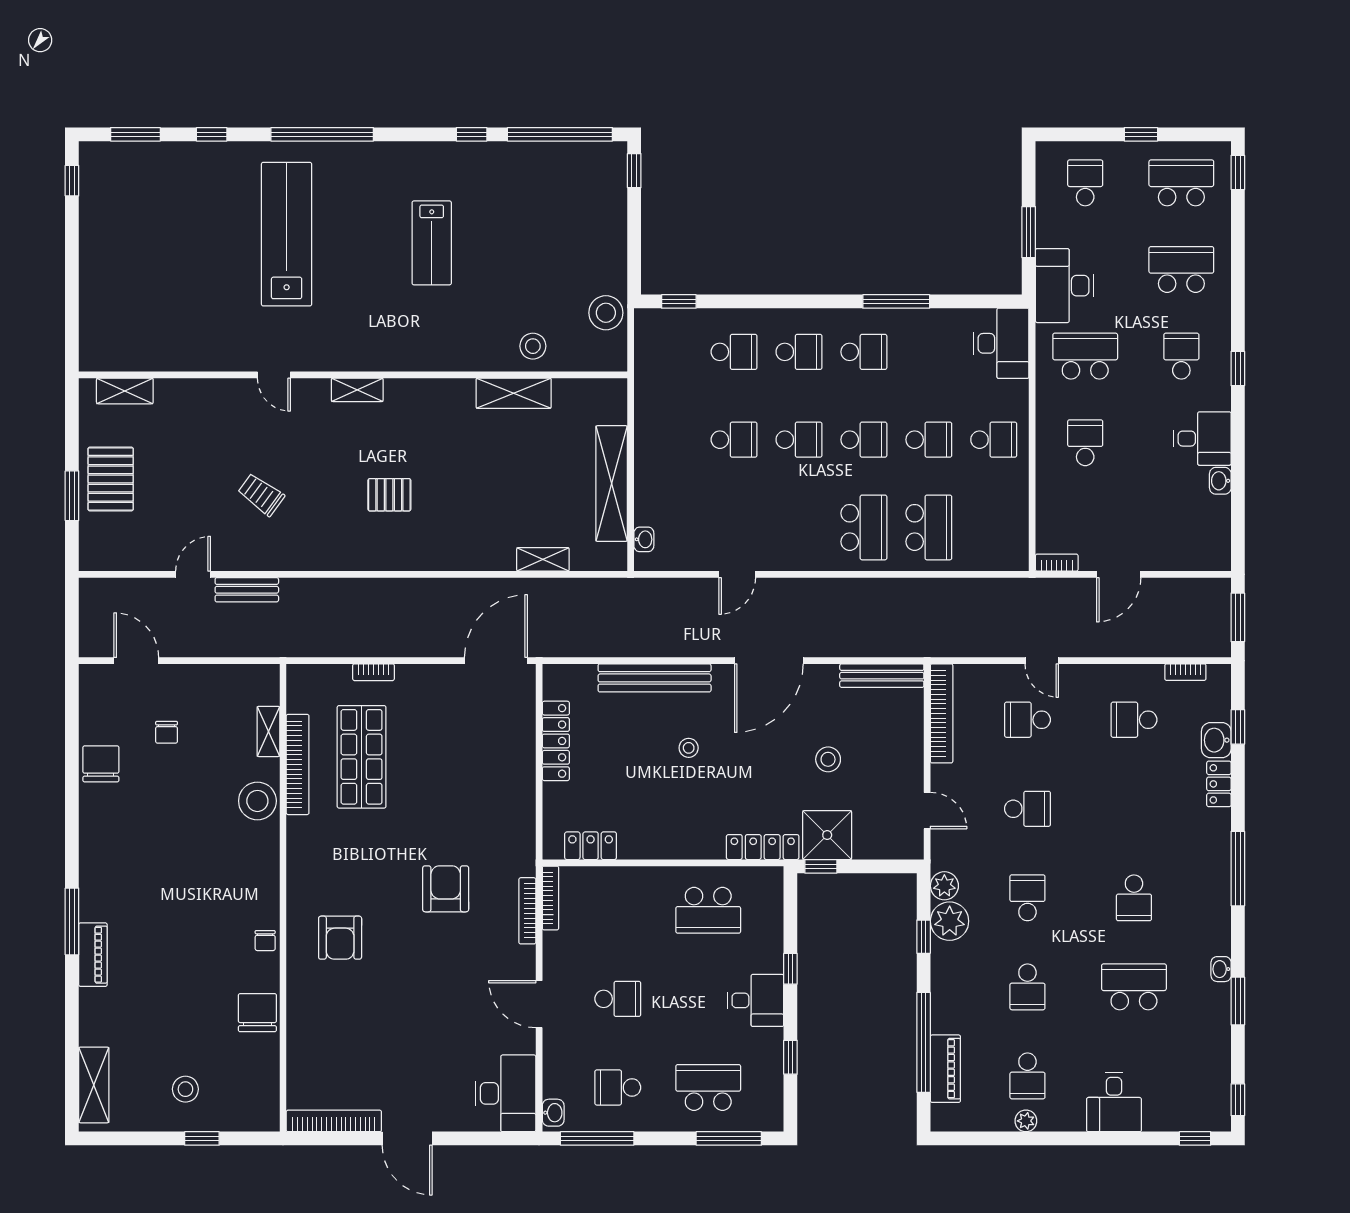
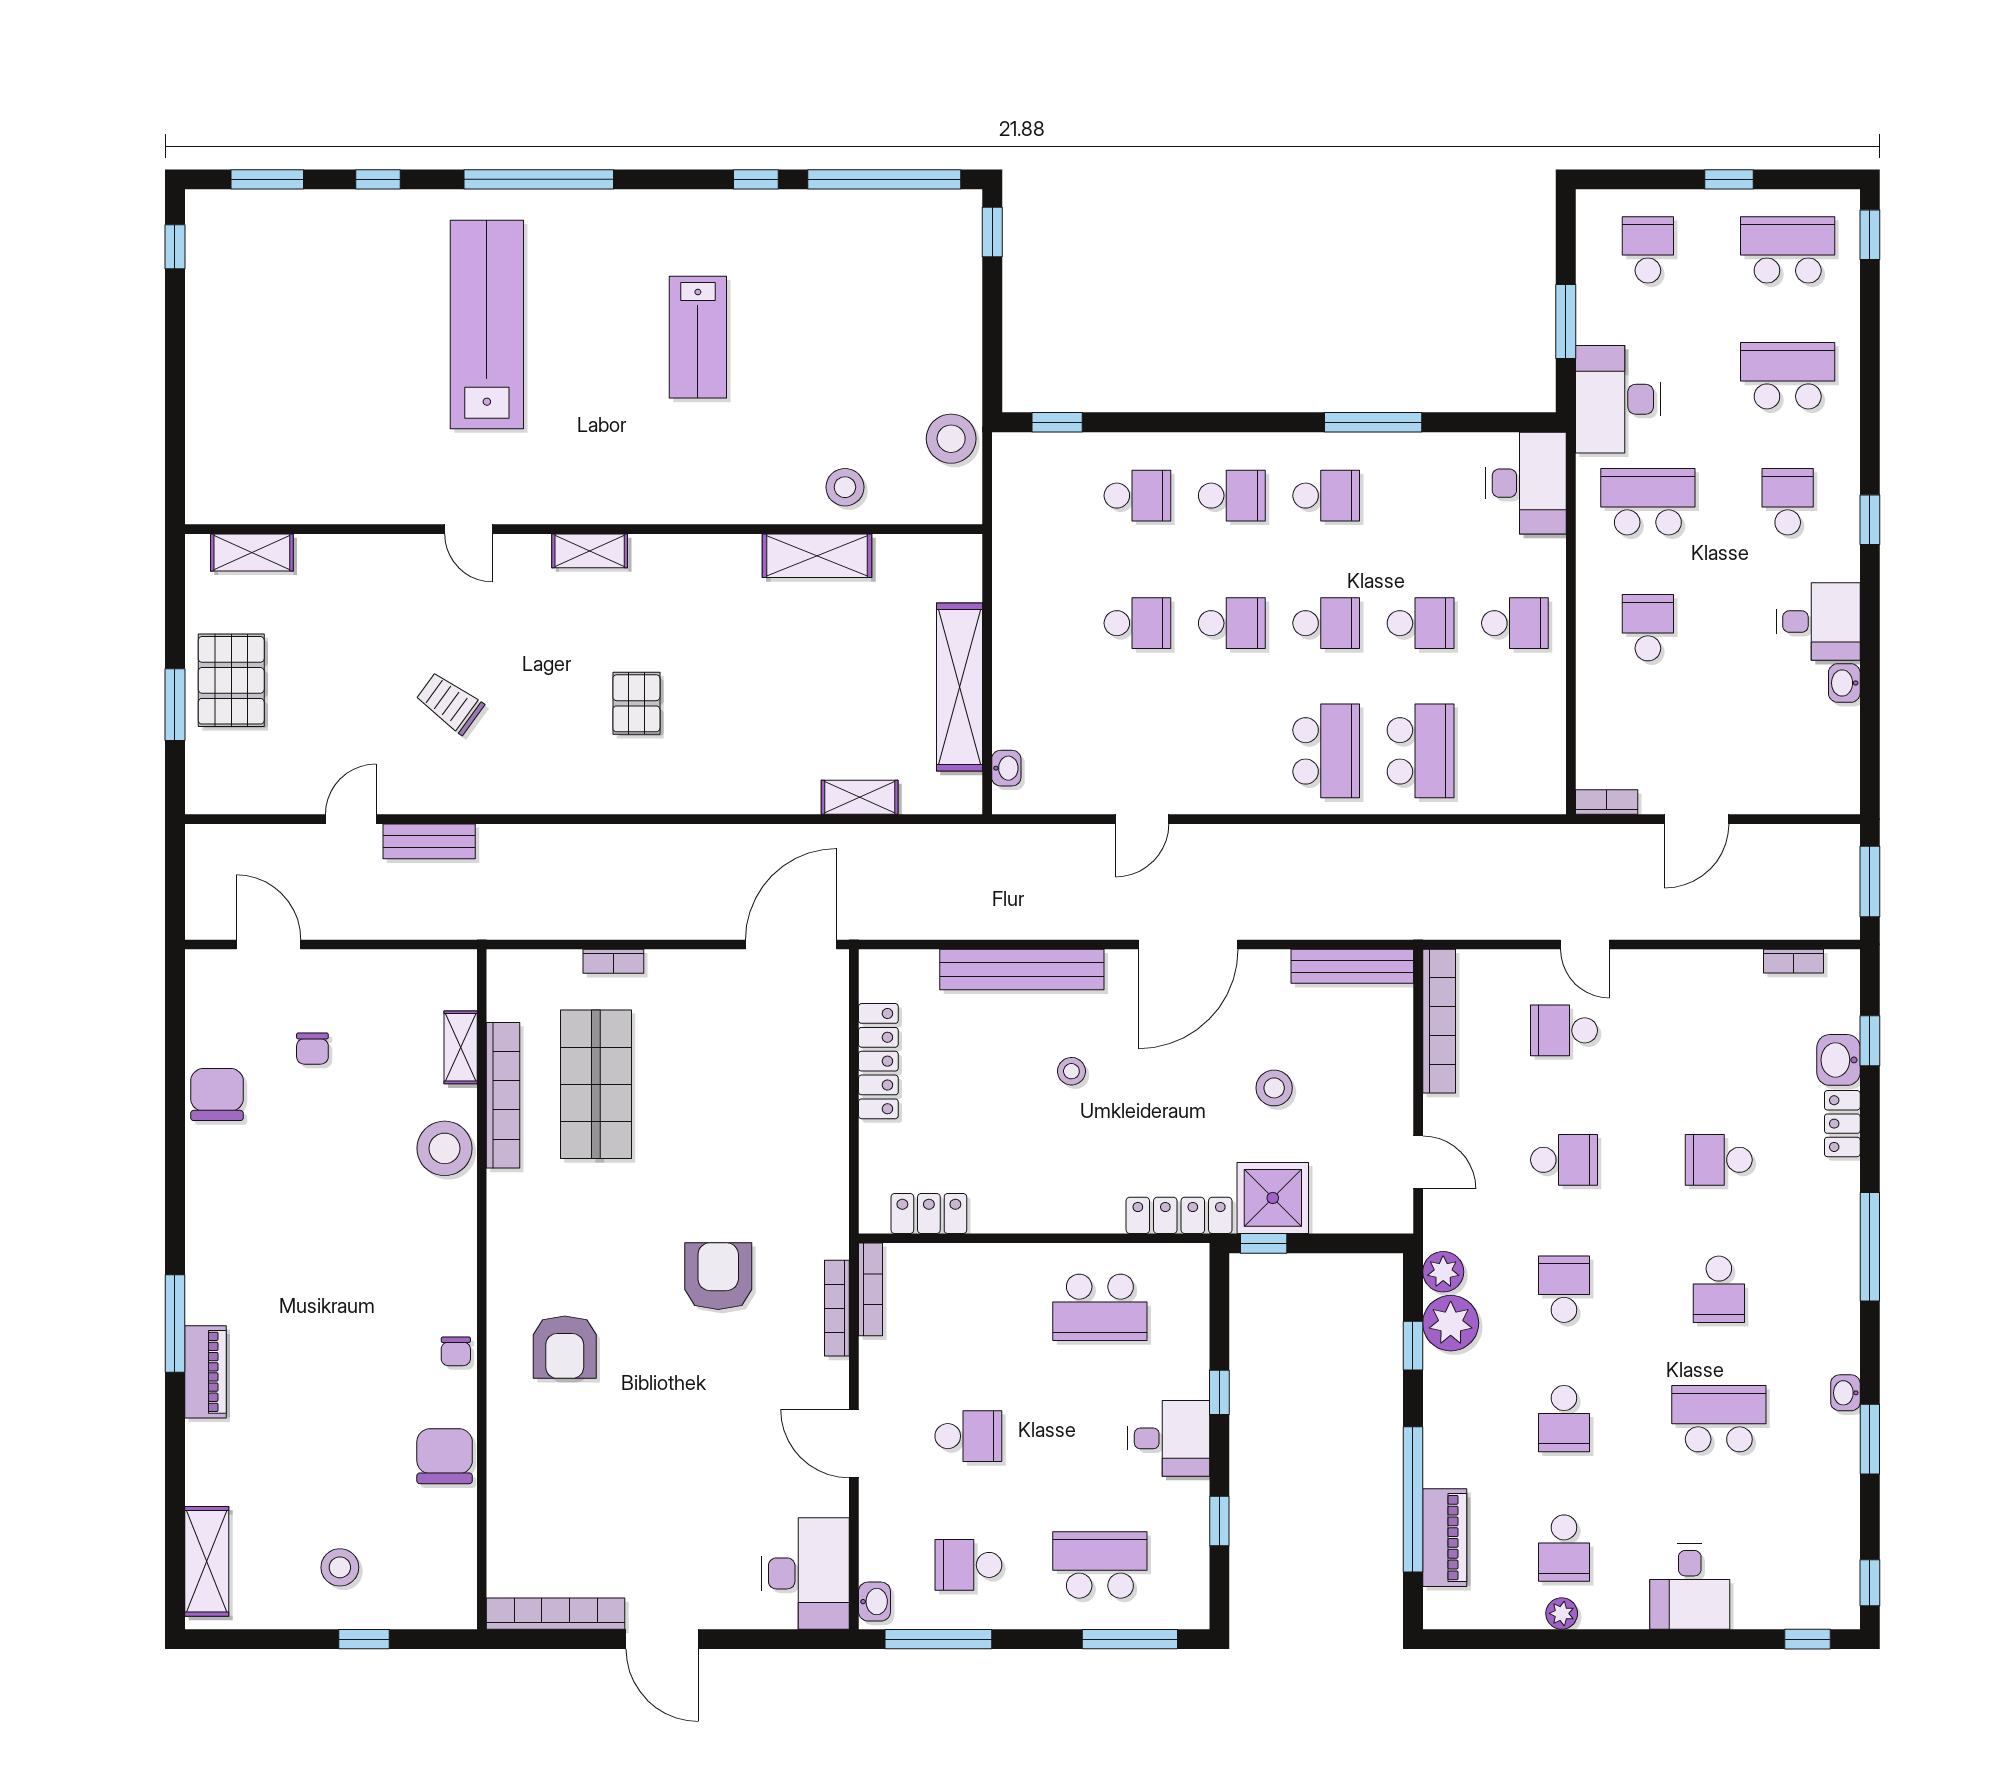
pallet: (389, 495) -> (636, 703), turned 90
school desk: (1134, 720) -> (1719, 1160), moved

